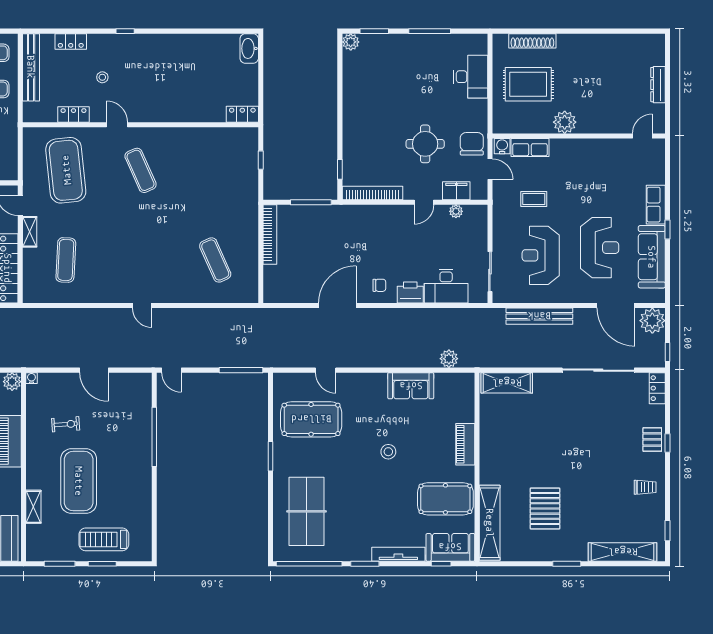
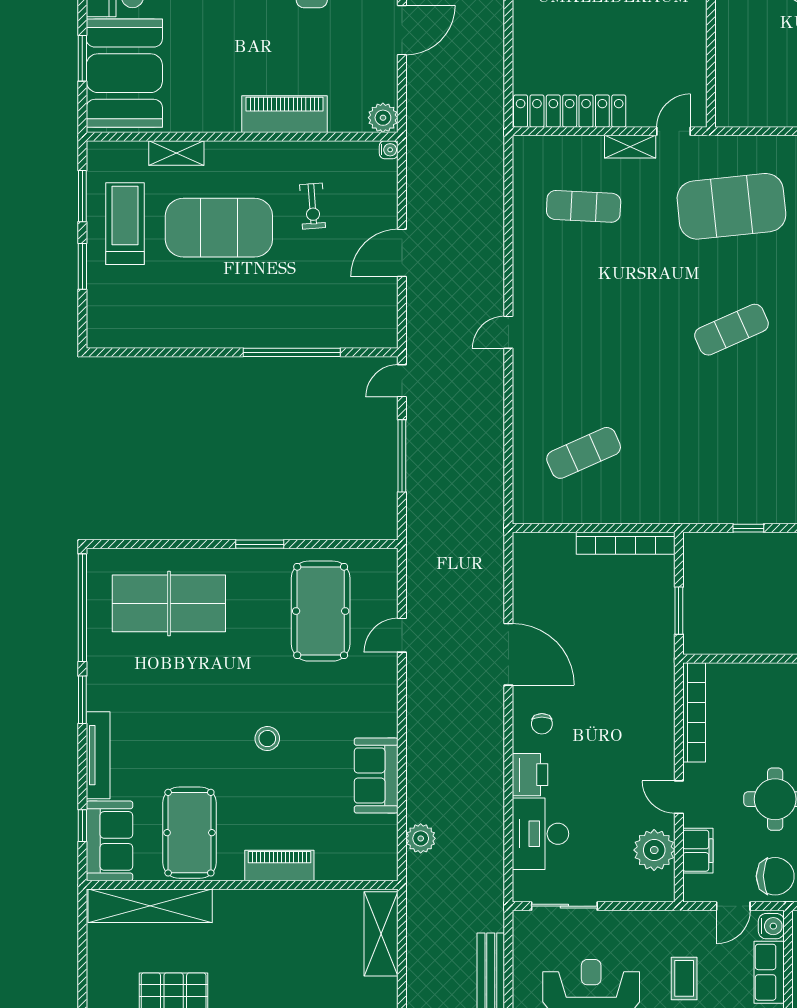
window: (340, 169) -> (733, 659), removed
window: (311, 202) -> (679, 611), width x0.69
plant: (456, 211) -> (654, 850), width x1.87, depth x1.87
window: (241, 370) -> (402, 456), moved
treadmill: (104, 539) -> (125, 224), moved

